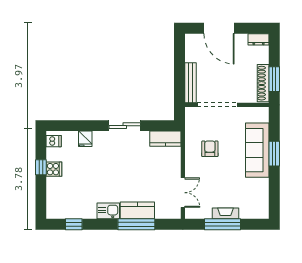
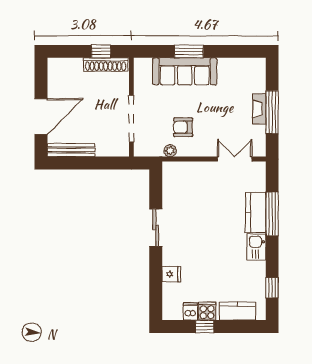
dresser: (259, 39) -> (54, 70), removed
window: (274, 79) -> (101, 51), width x0.67
bench: (191, 83) -> (71, 150), moved
plant: (190, 138) -> (170, 151), added
kitchen counter: (165, 139) -> (238, 311), moved, turned -90
dishwasher: (54, 141) -> (190, 311), moved

